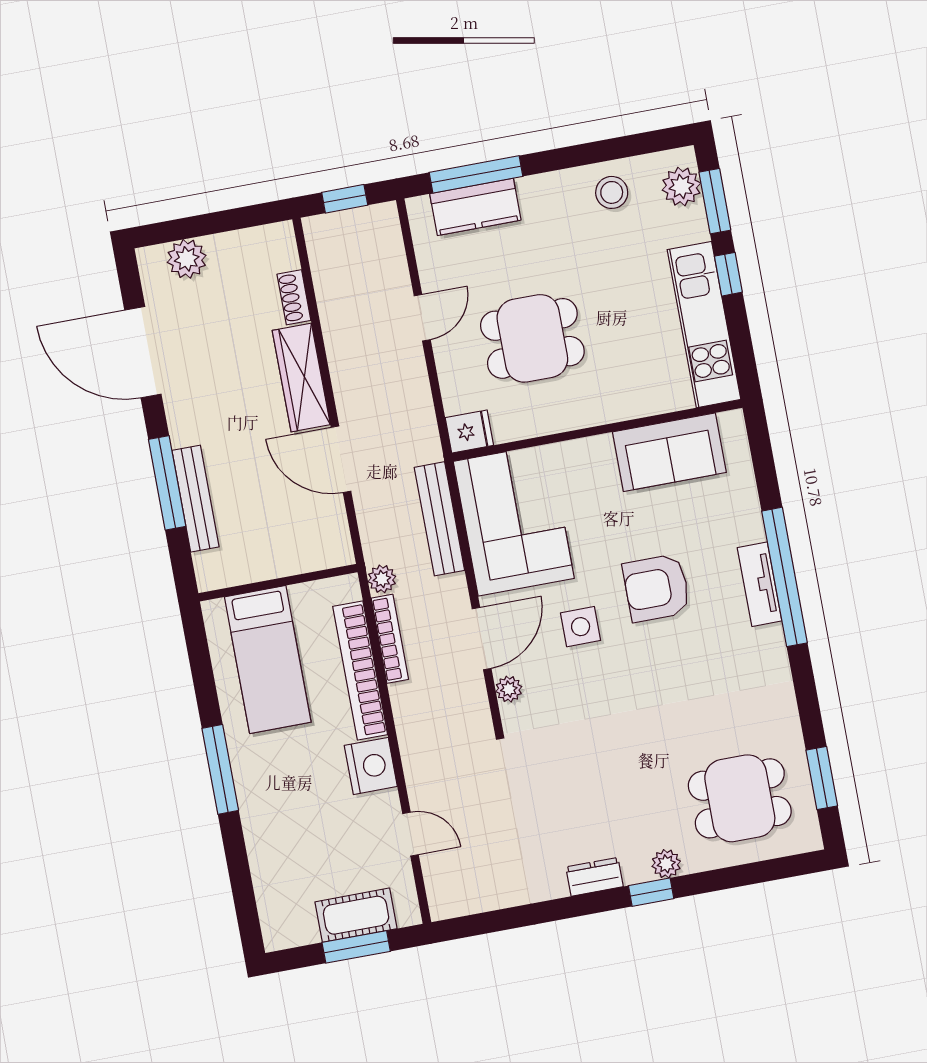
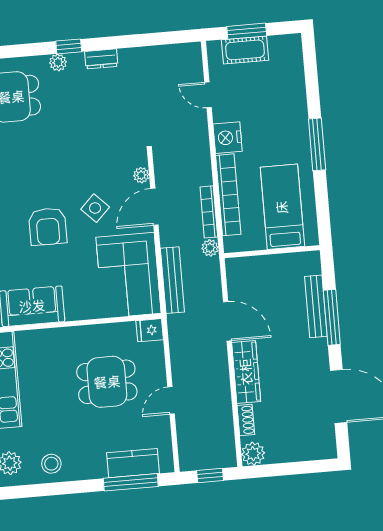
plant: (187, 259) -> (253, 454), moved
armchair: (657, 588) -> (48, 227), turned 90
side table: (581, 627) -> (95, 208), turned 45

